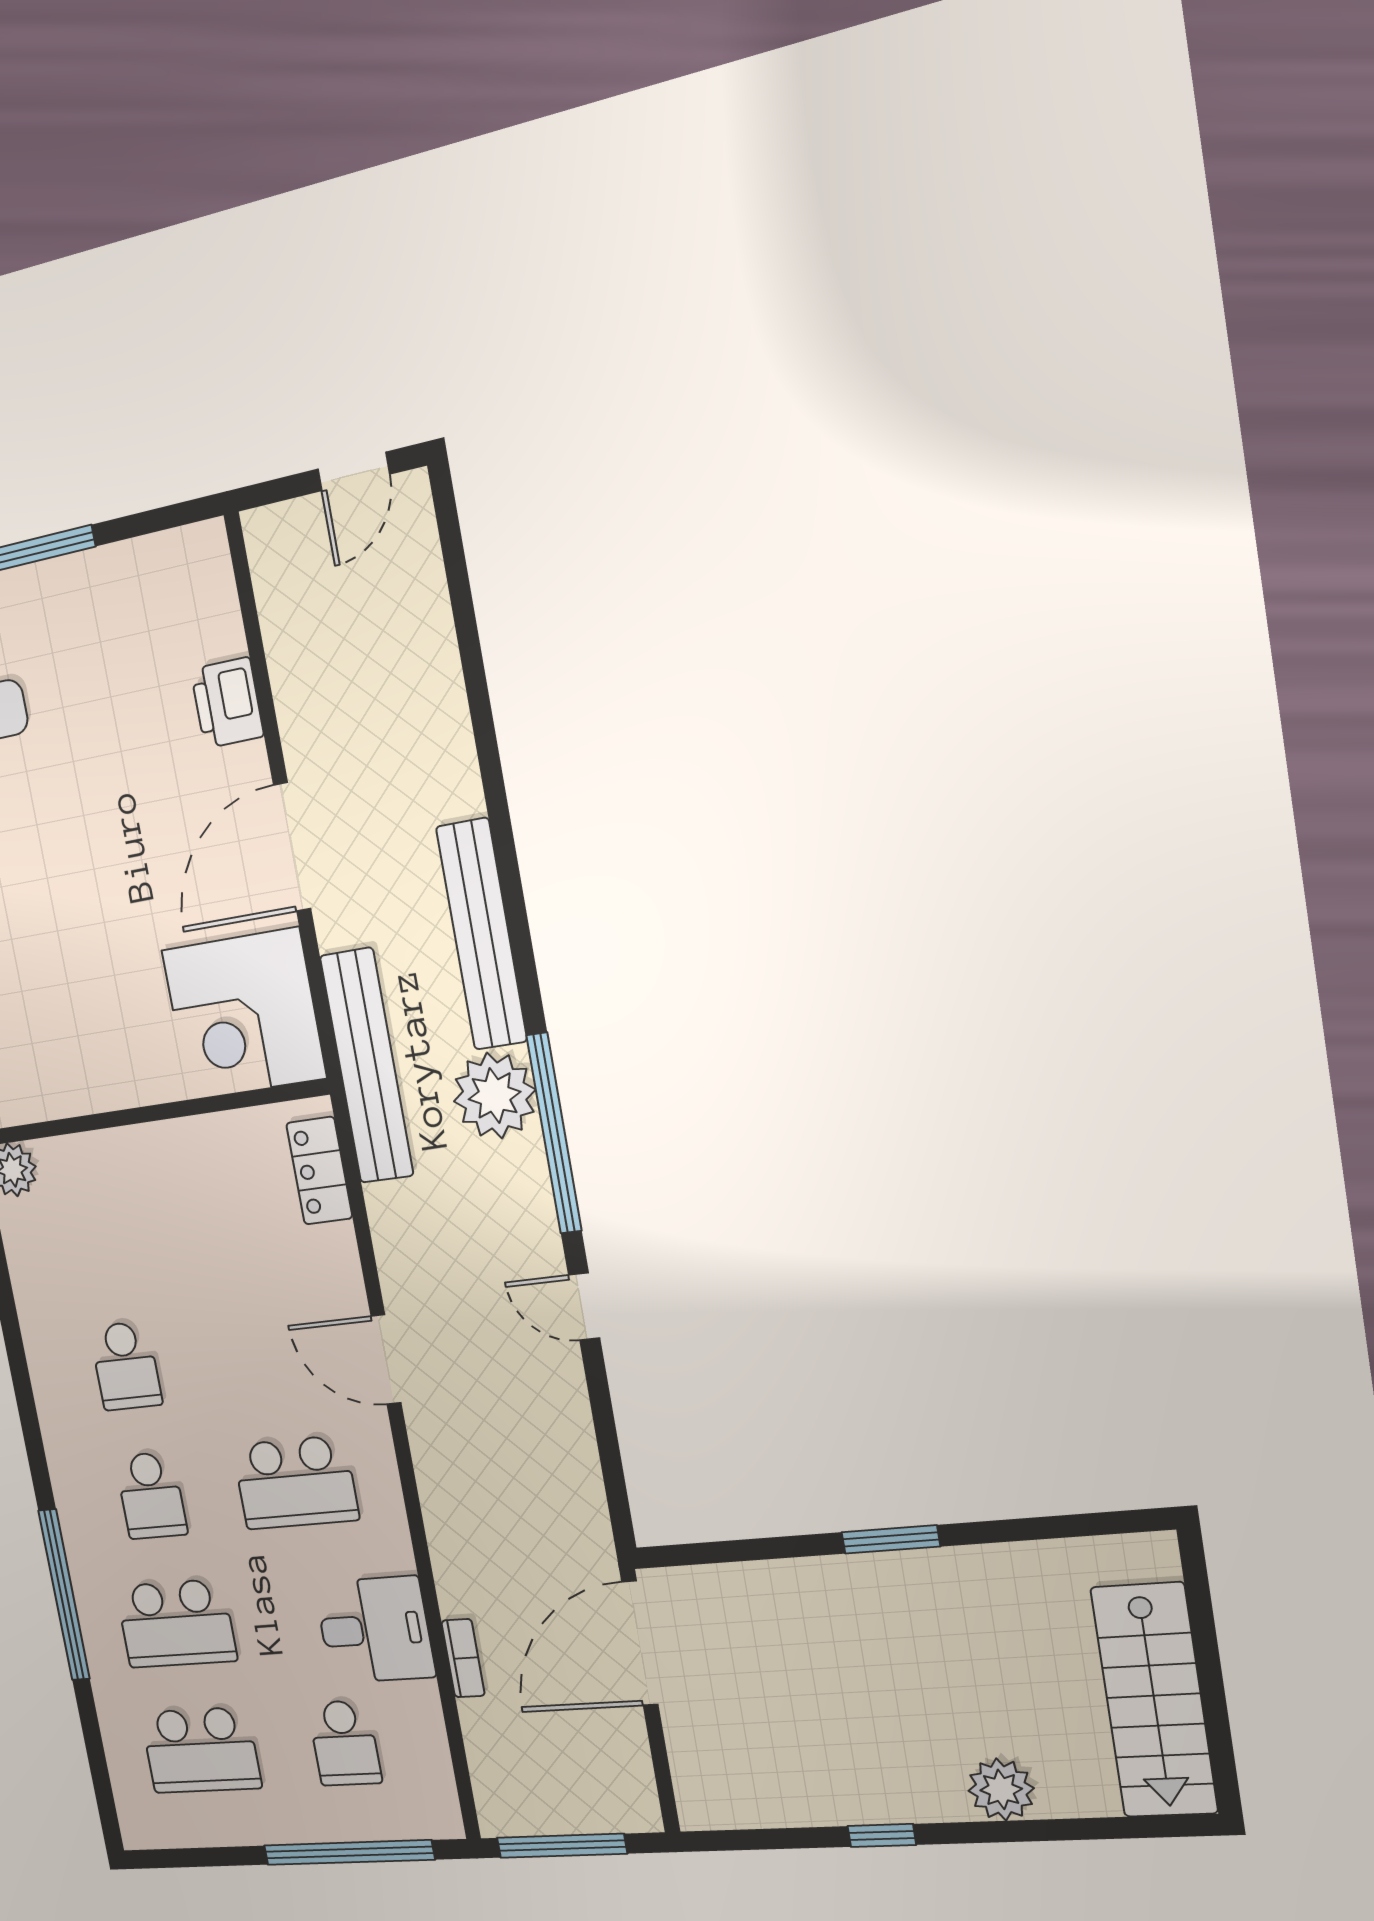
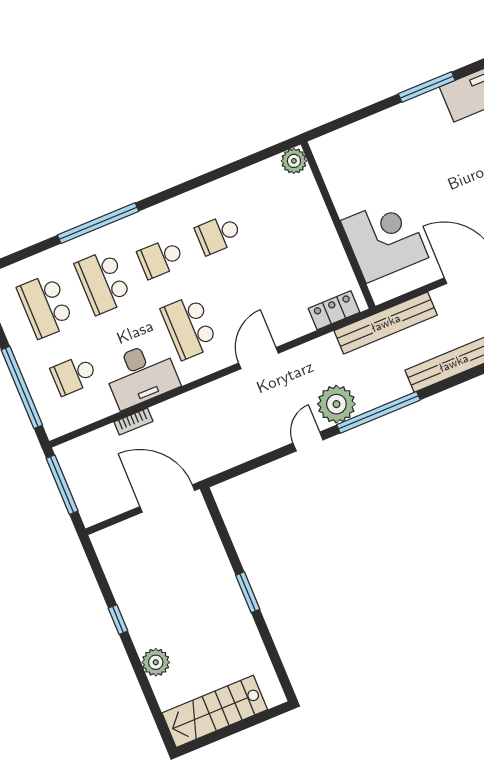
corner desk: (244, 1014) -> (385, 239), moved, turned 90
plant: (495, 1096) -> (336, 404), moved
desk: (375, 1630) -> (141, 375), width x1.37

